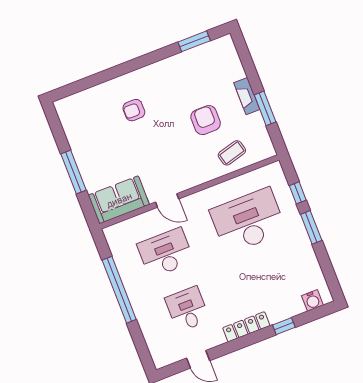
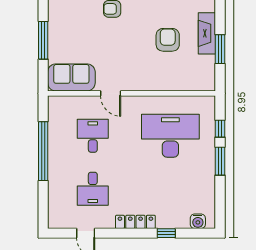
fireplace: (247, 96) -> (207, 33), width x1.37, depth x1.32
coffee table: (232, 153) -> (179, 75), removed
desk: (166, 253) -> (93, 136), width x0.73
desk: (187, 309) -> (93, 189), turned 180

